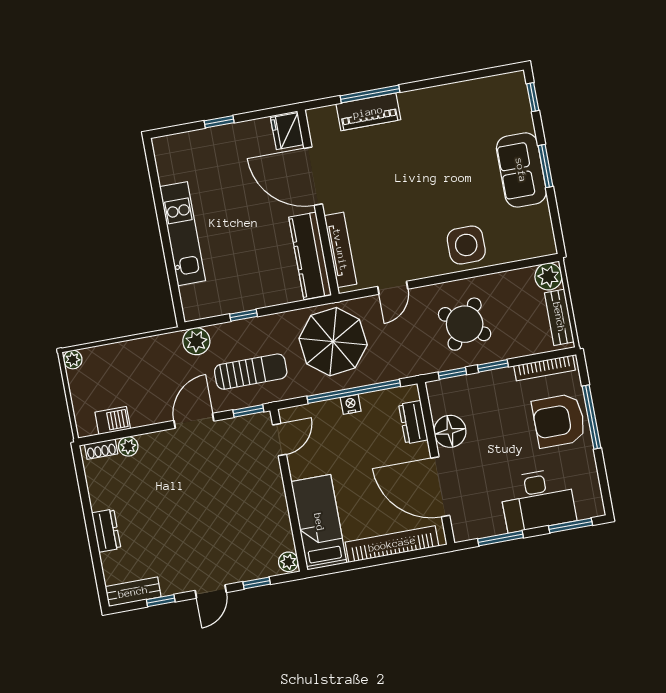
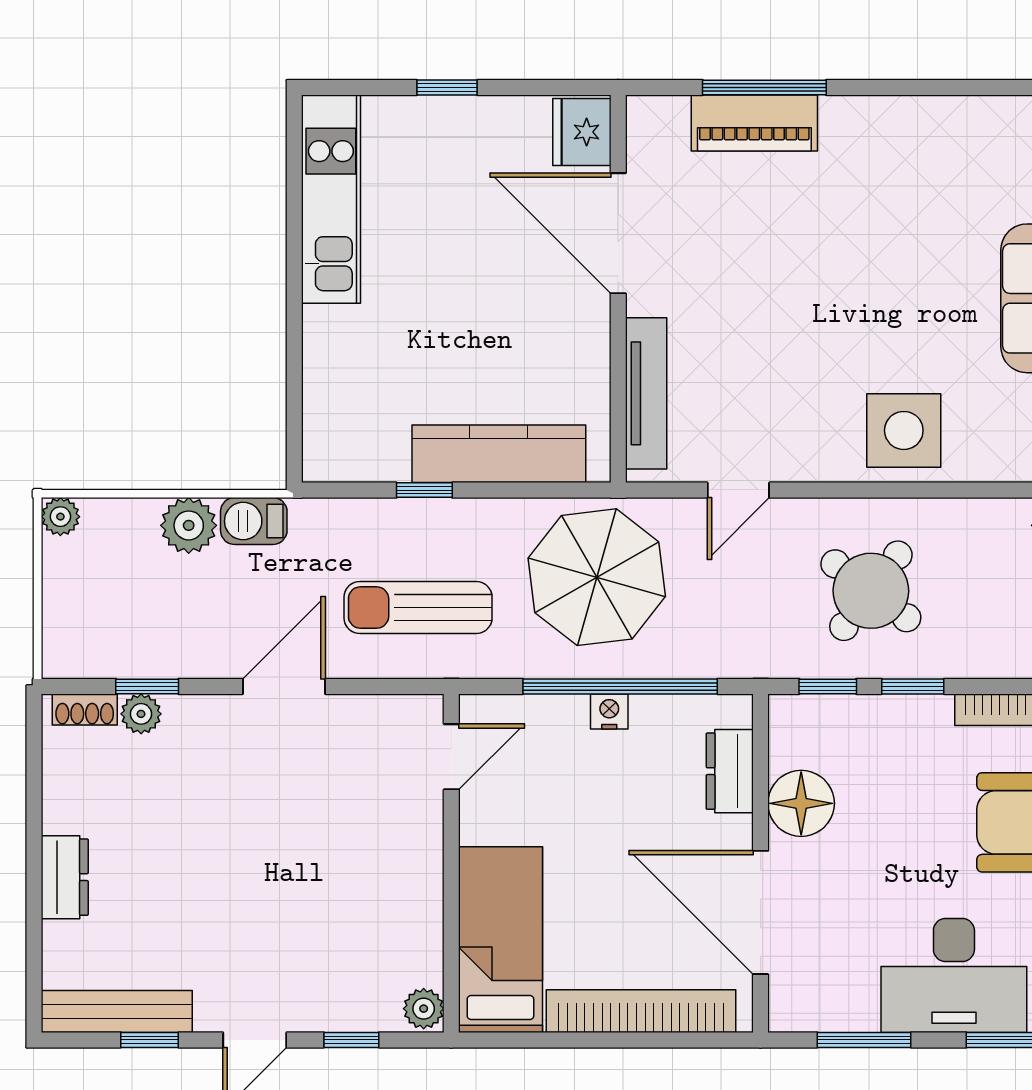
kitchen unit: (183, 234) -> (331, 199), moved
kitchen counter: (310, 256) -> (499, 454), moved, turned 90
plant: (196, 341) -> (189, 525), moved
sun lounger: (251, 372) -> (418, 608), turned 180
window: (248, 411) -> (147, 686), moved
barbecue: (113, 421) -> (254, 521), moved, turned 180
bench: (133, 592) -> (117, 1011), width x1.36

